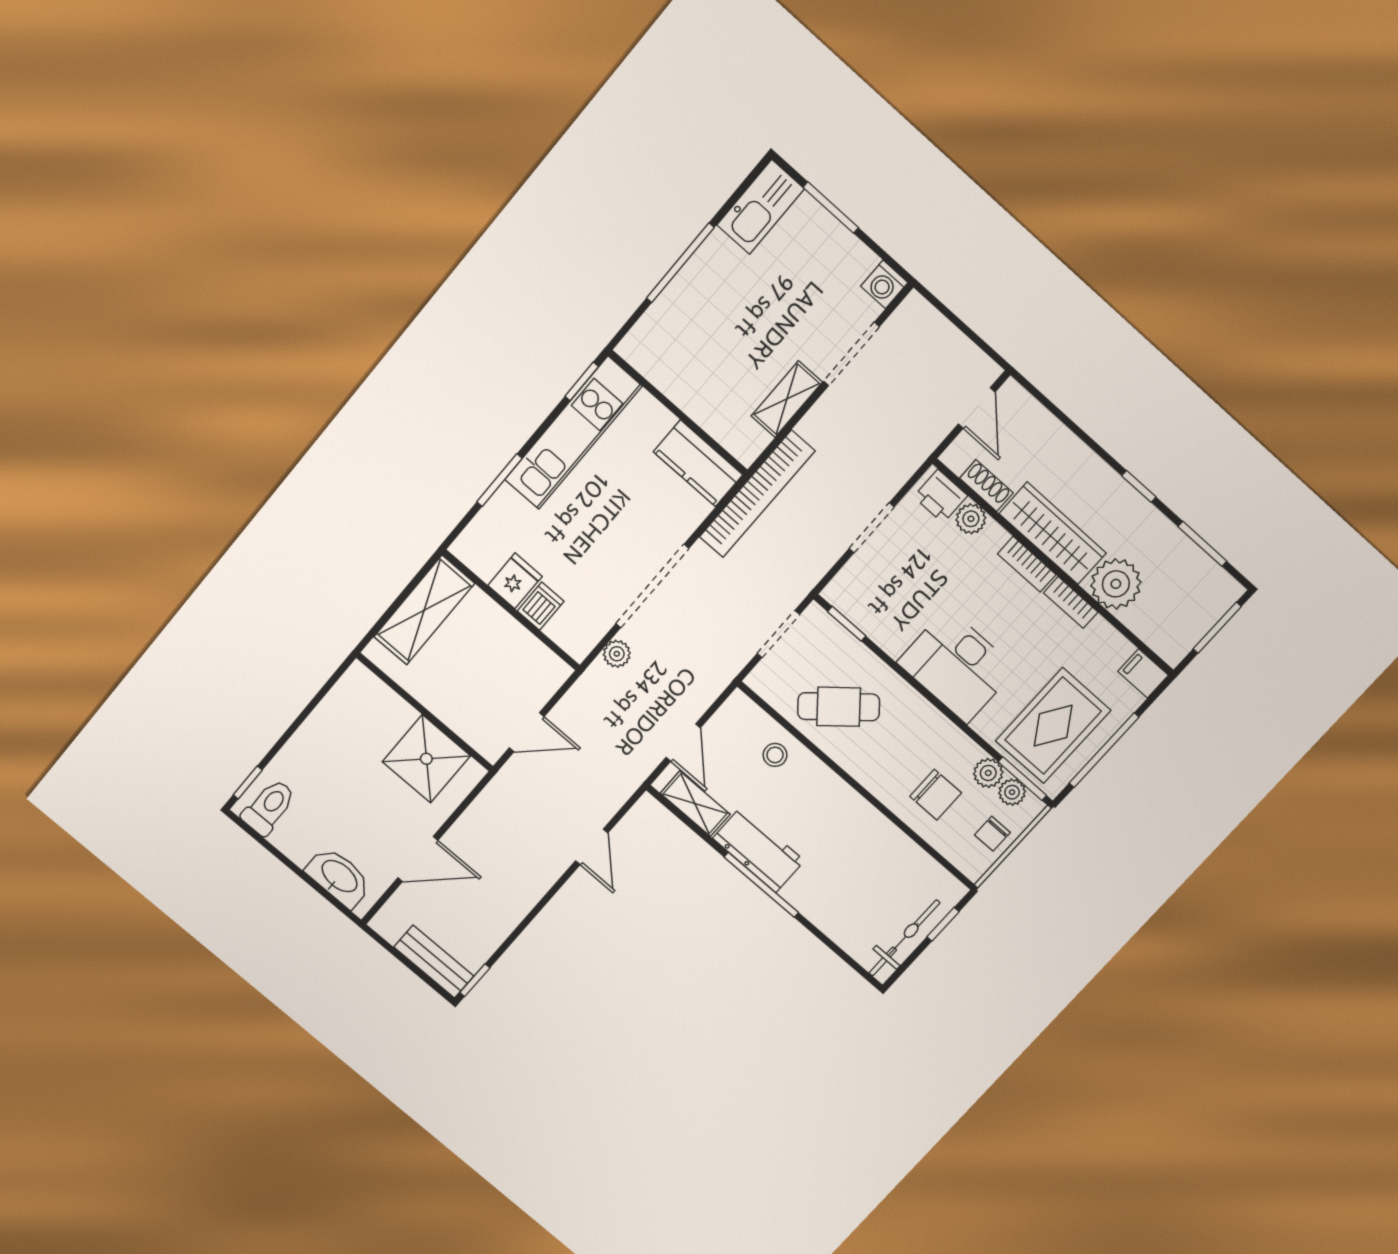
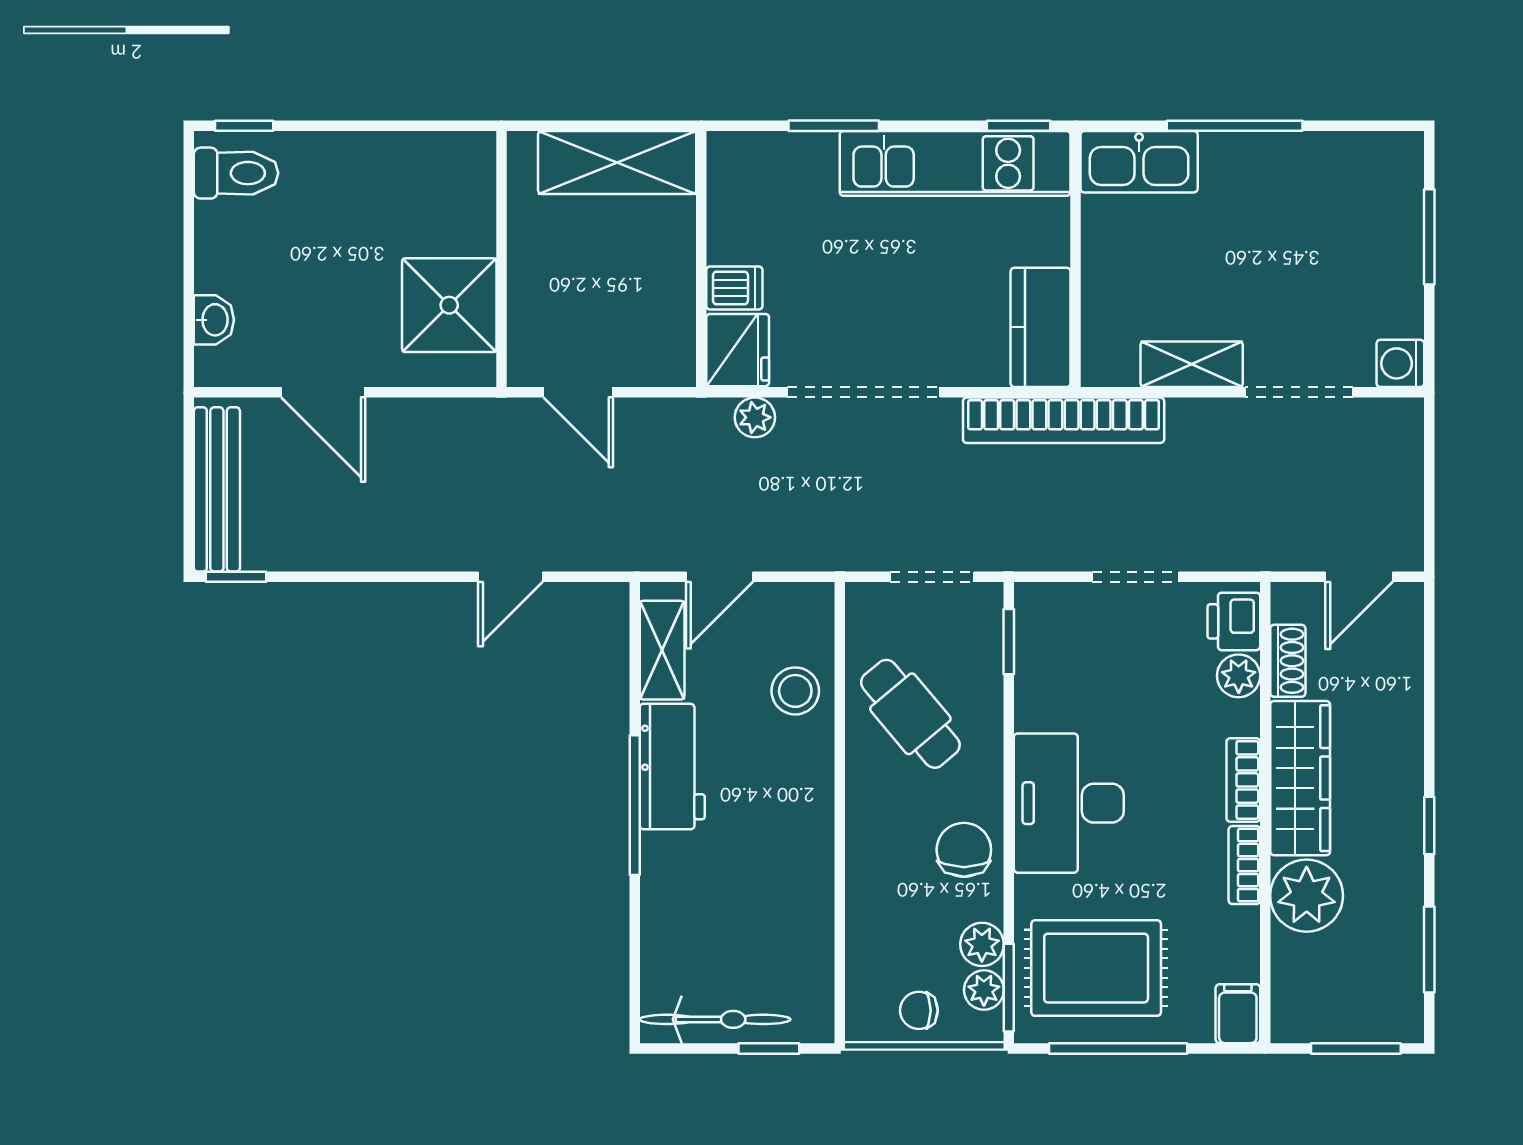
kitchen sink: (761, 207) -> (1139, 162), moved
fridge: (515, 581) -> (738, 350), moved, width x1.38
stool: (775, 755) -> (795, 691), width x1.37, depth x1.37
chair: (936, 795) -> (964, 850), moved, turned 180
washbasin: (339, 877) -> (214, 320), width x0.52, depth x0.69
bench: (434, 962) -> (217, 489), width x1.36

